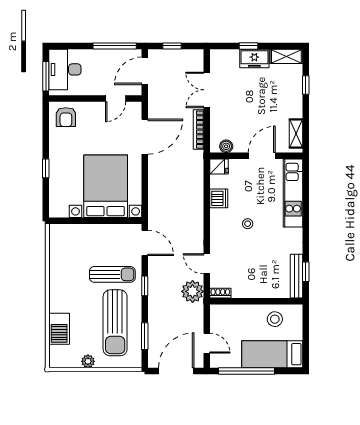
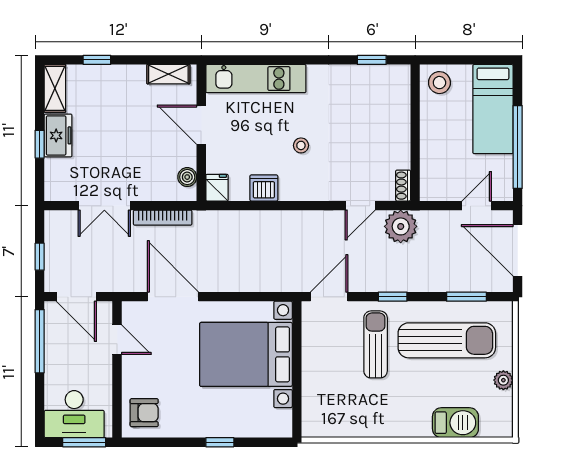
bench: (297, 276) -> (378, 74), removed
stool: (275, 319) -> (439, 83), moved

